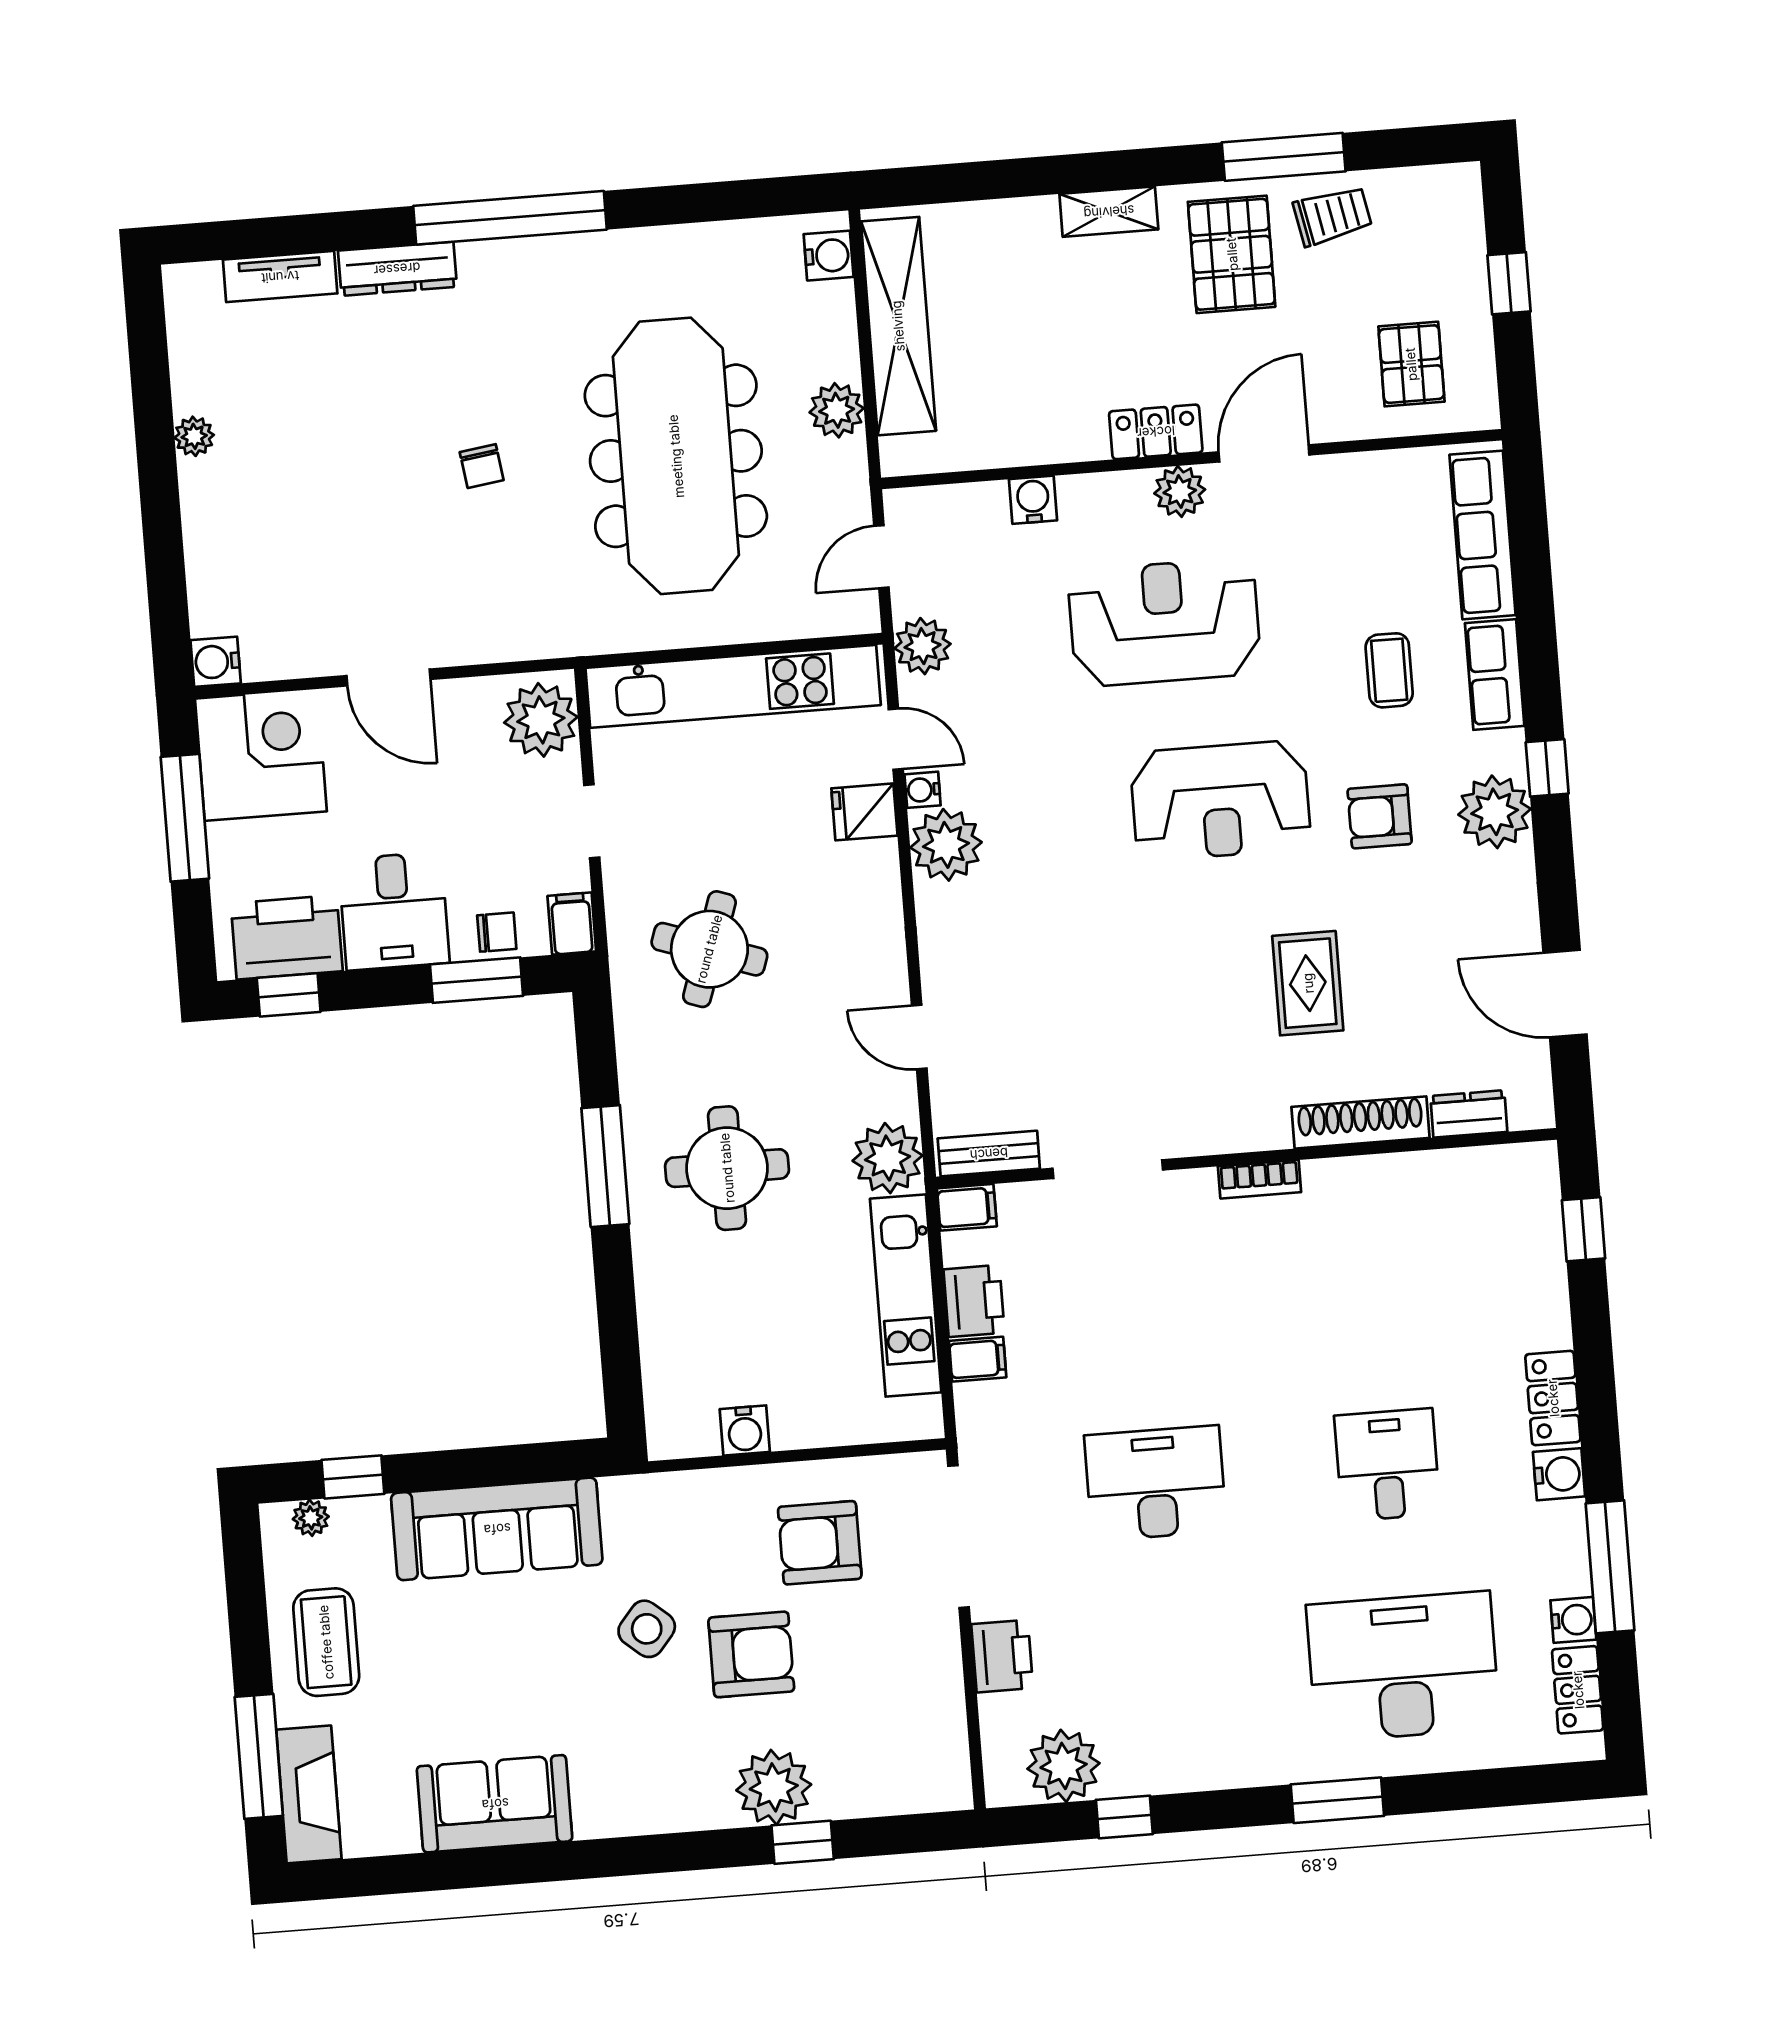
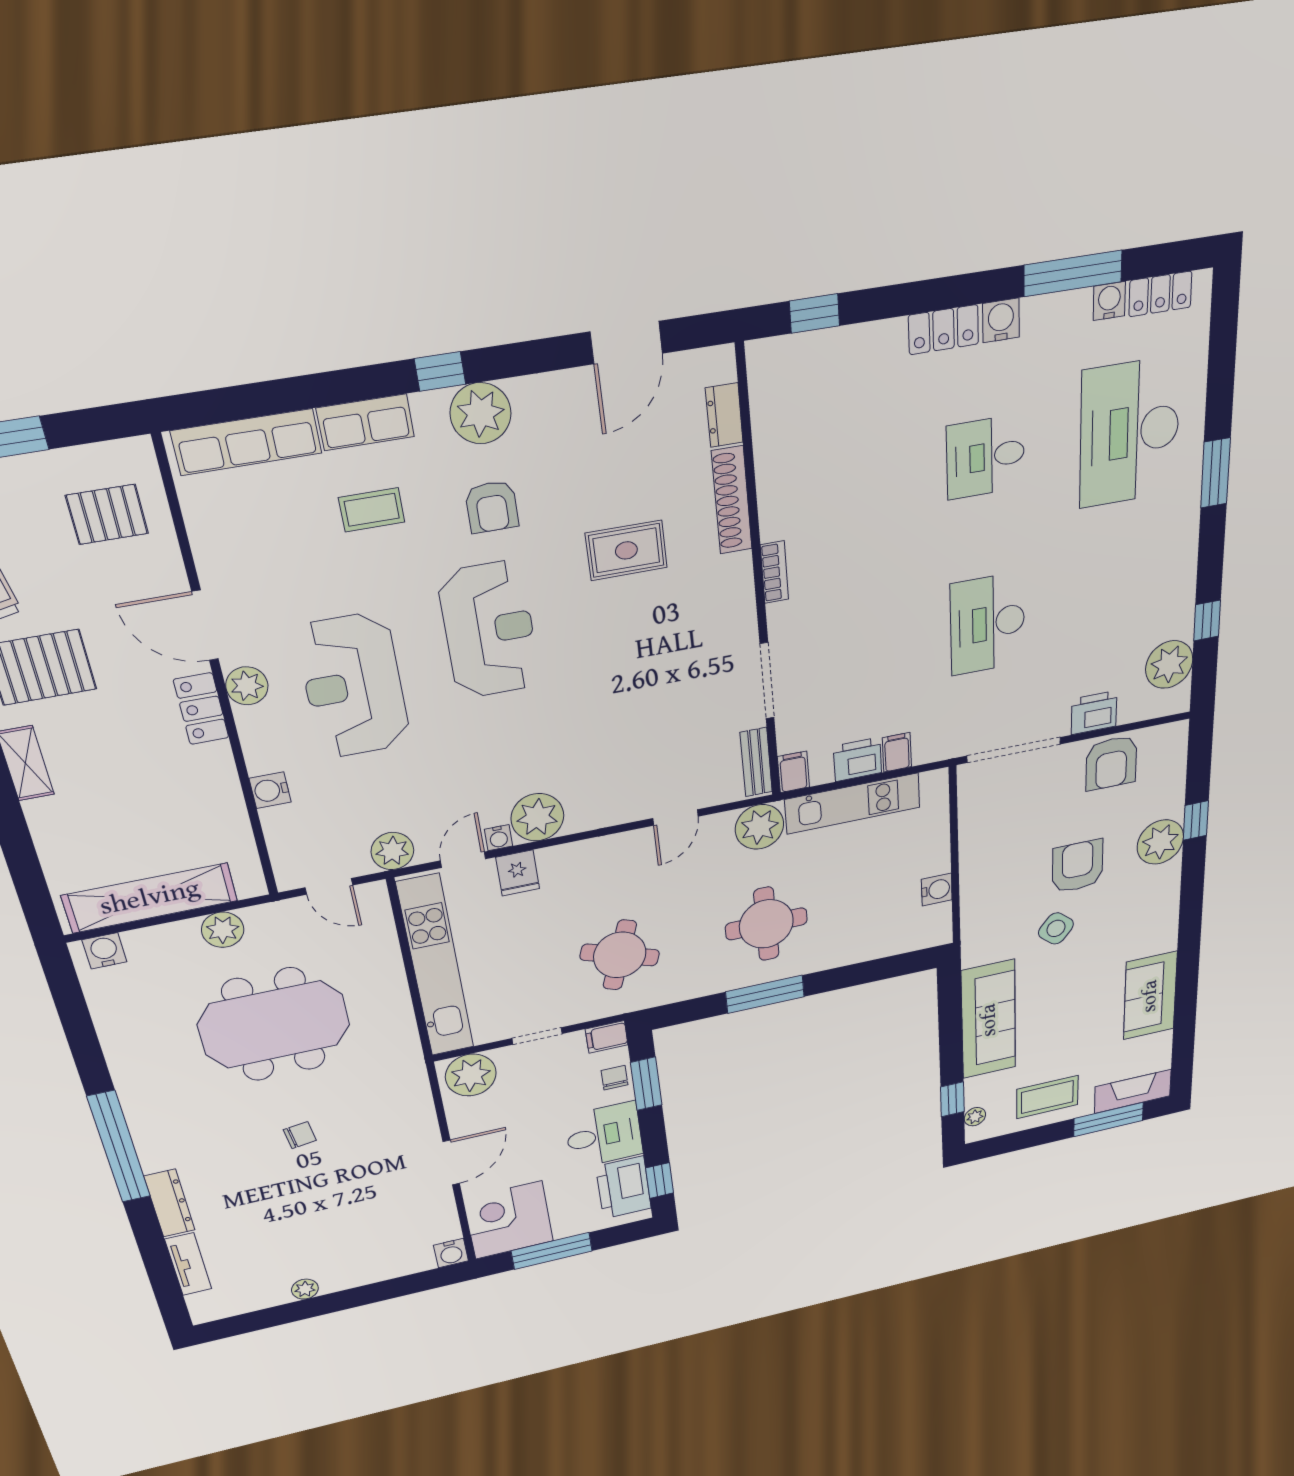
meeting table: (676, 456) -> (274, 1025), width x0.73
armchair: (820, 1543) -> (1111, 763), moved

